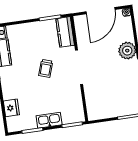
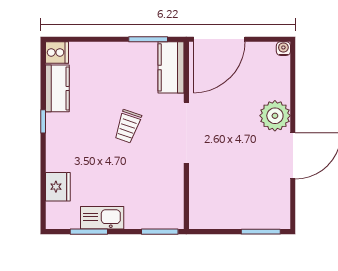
door: (101, 11) -> (219, 39), moved
kitchen sink: (49, 120) -> (102, 218), moved

